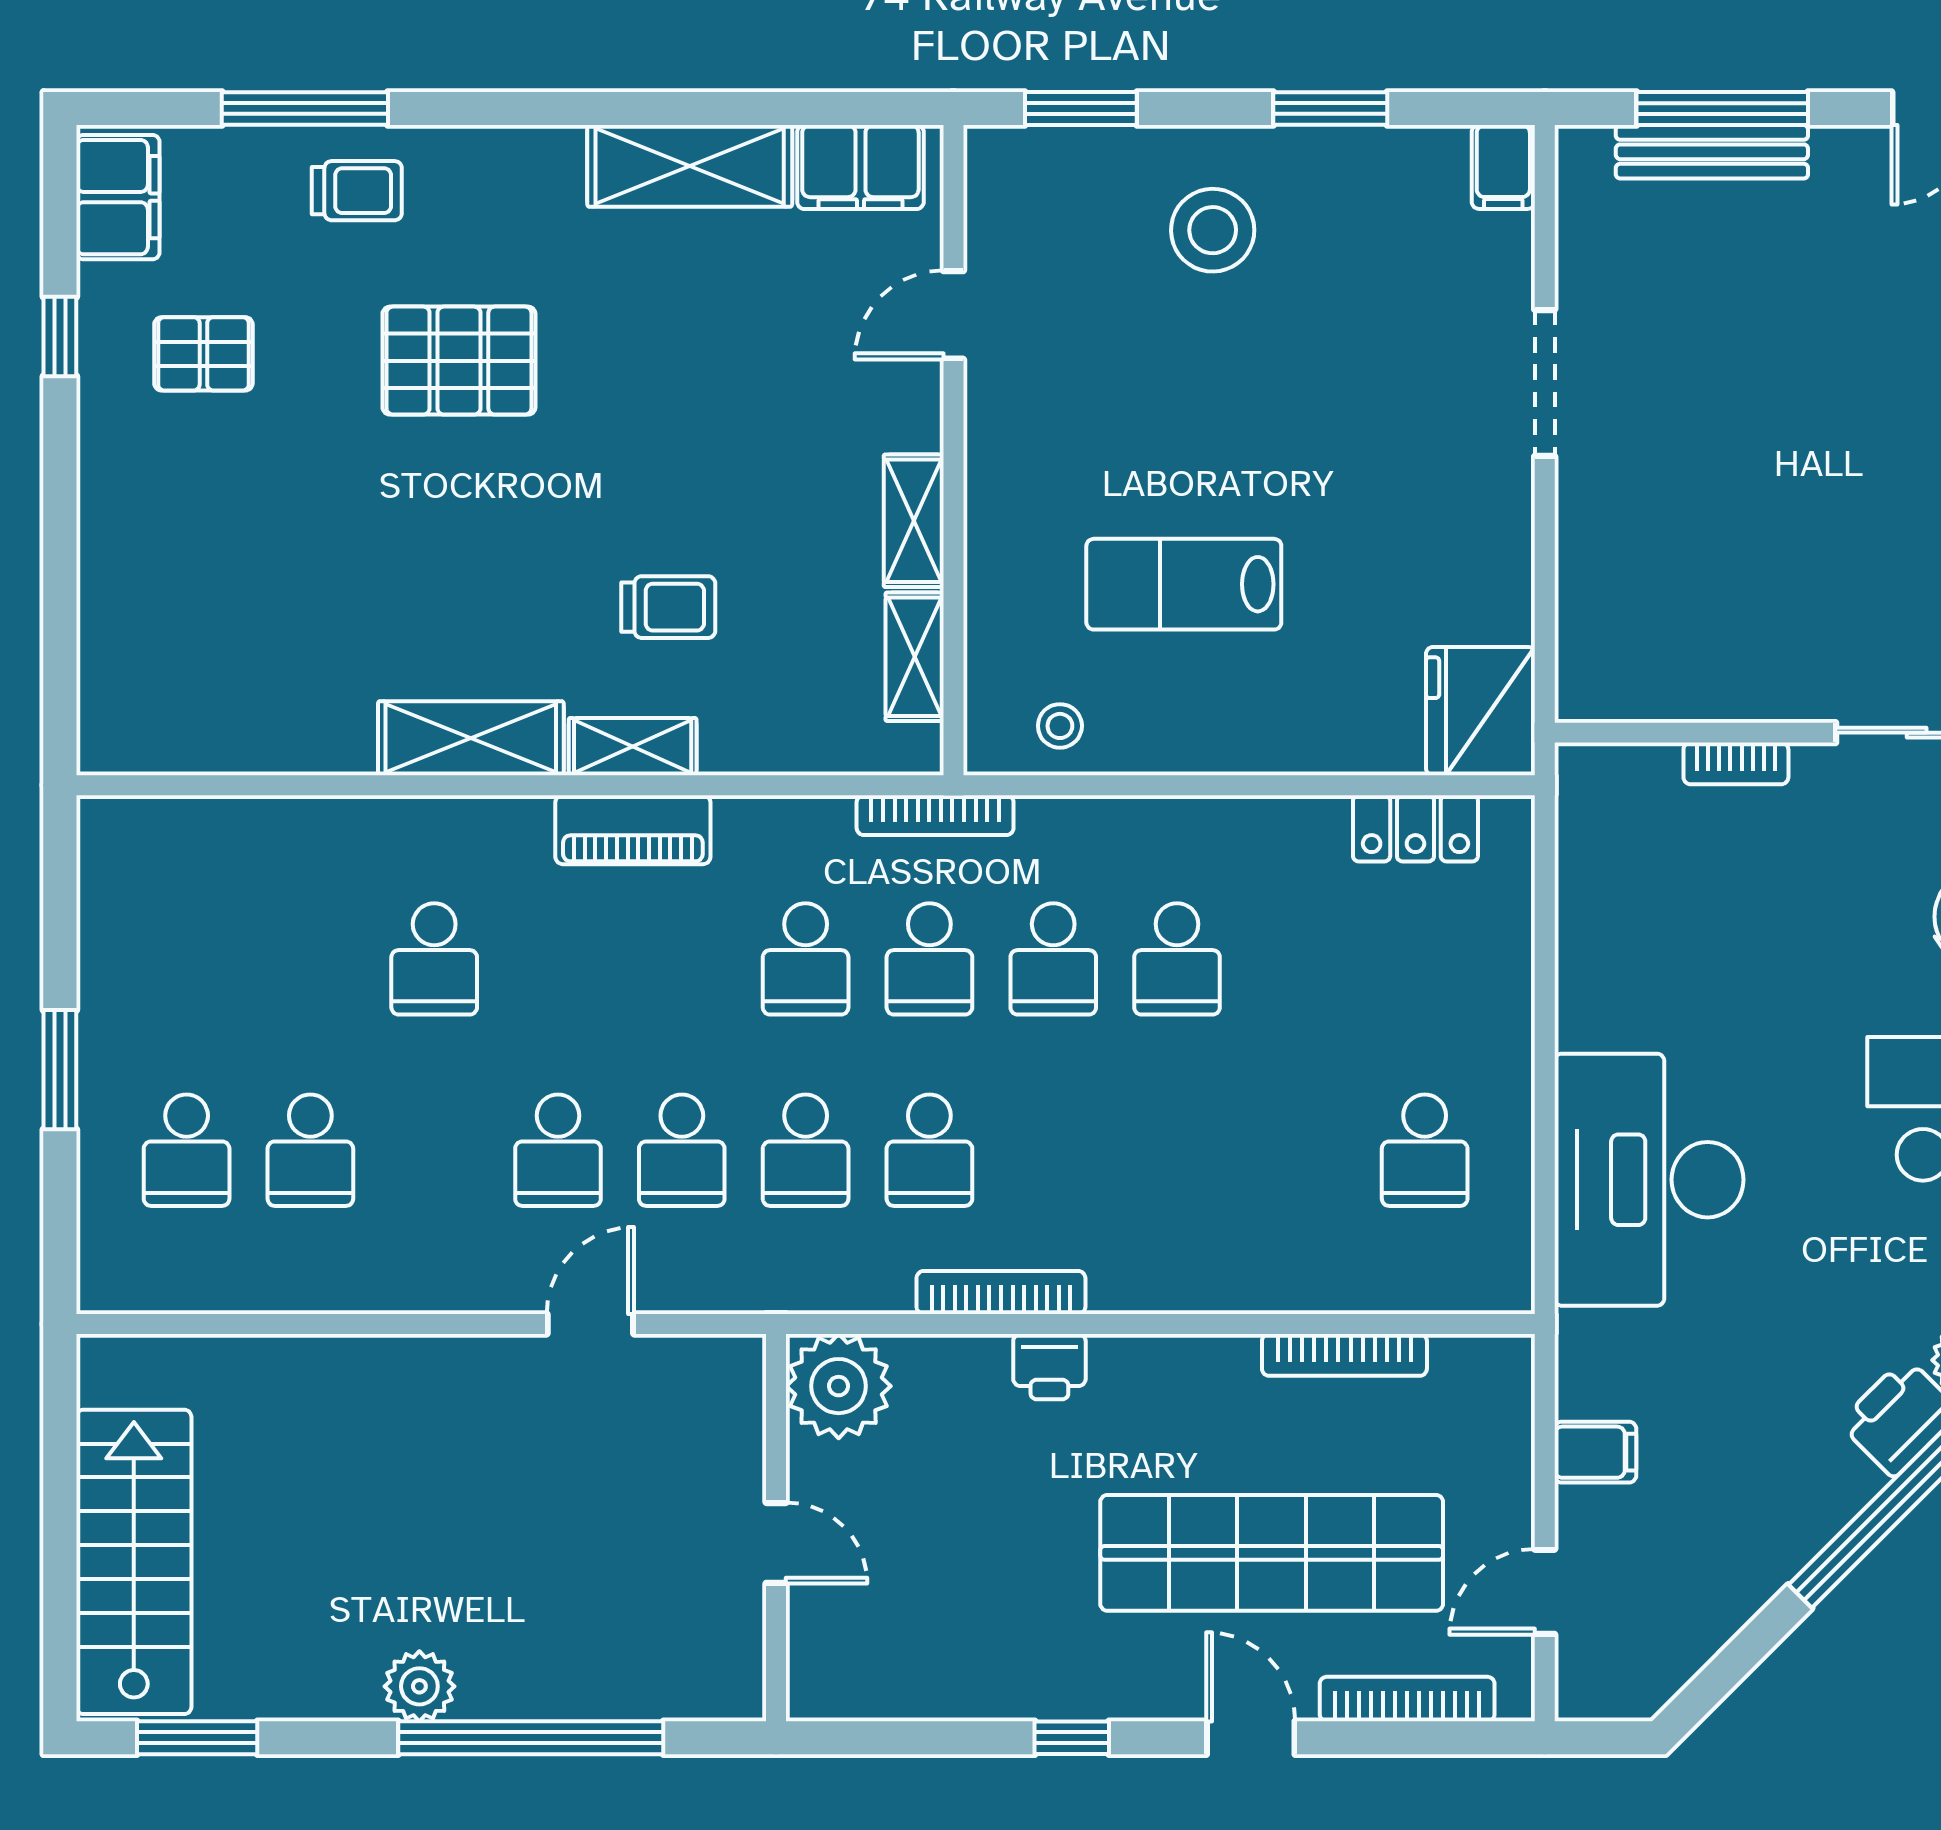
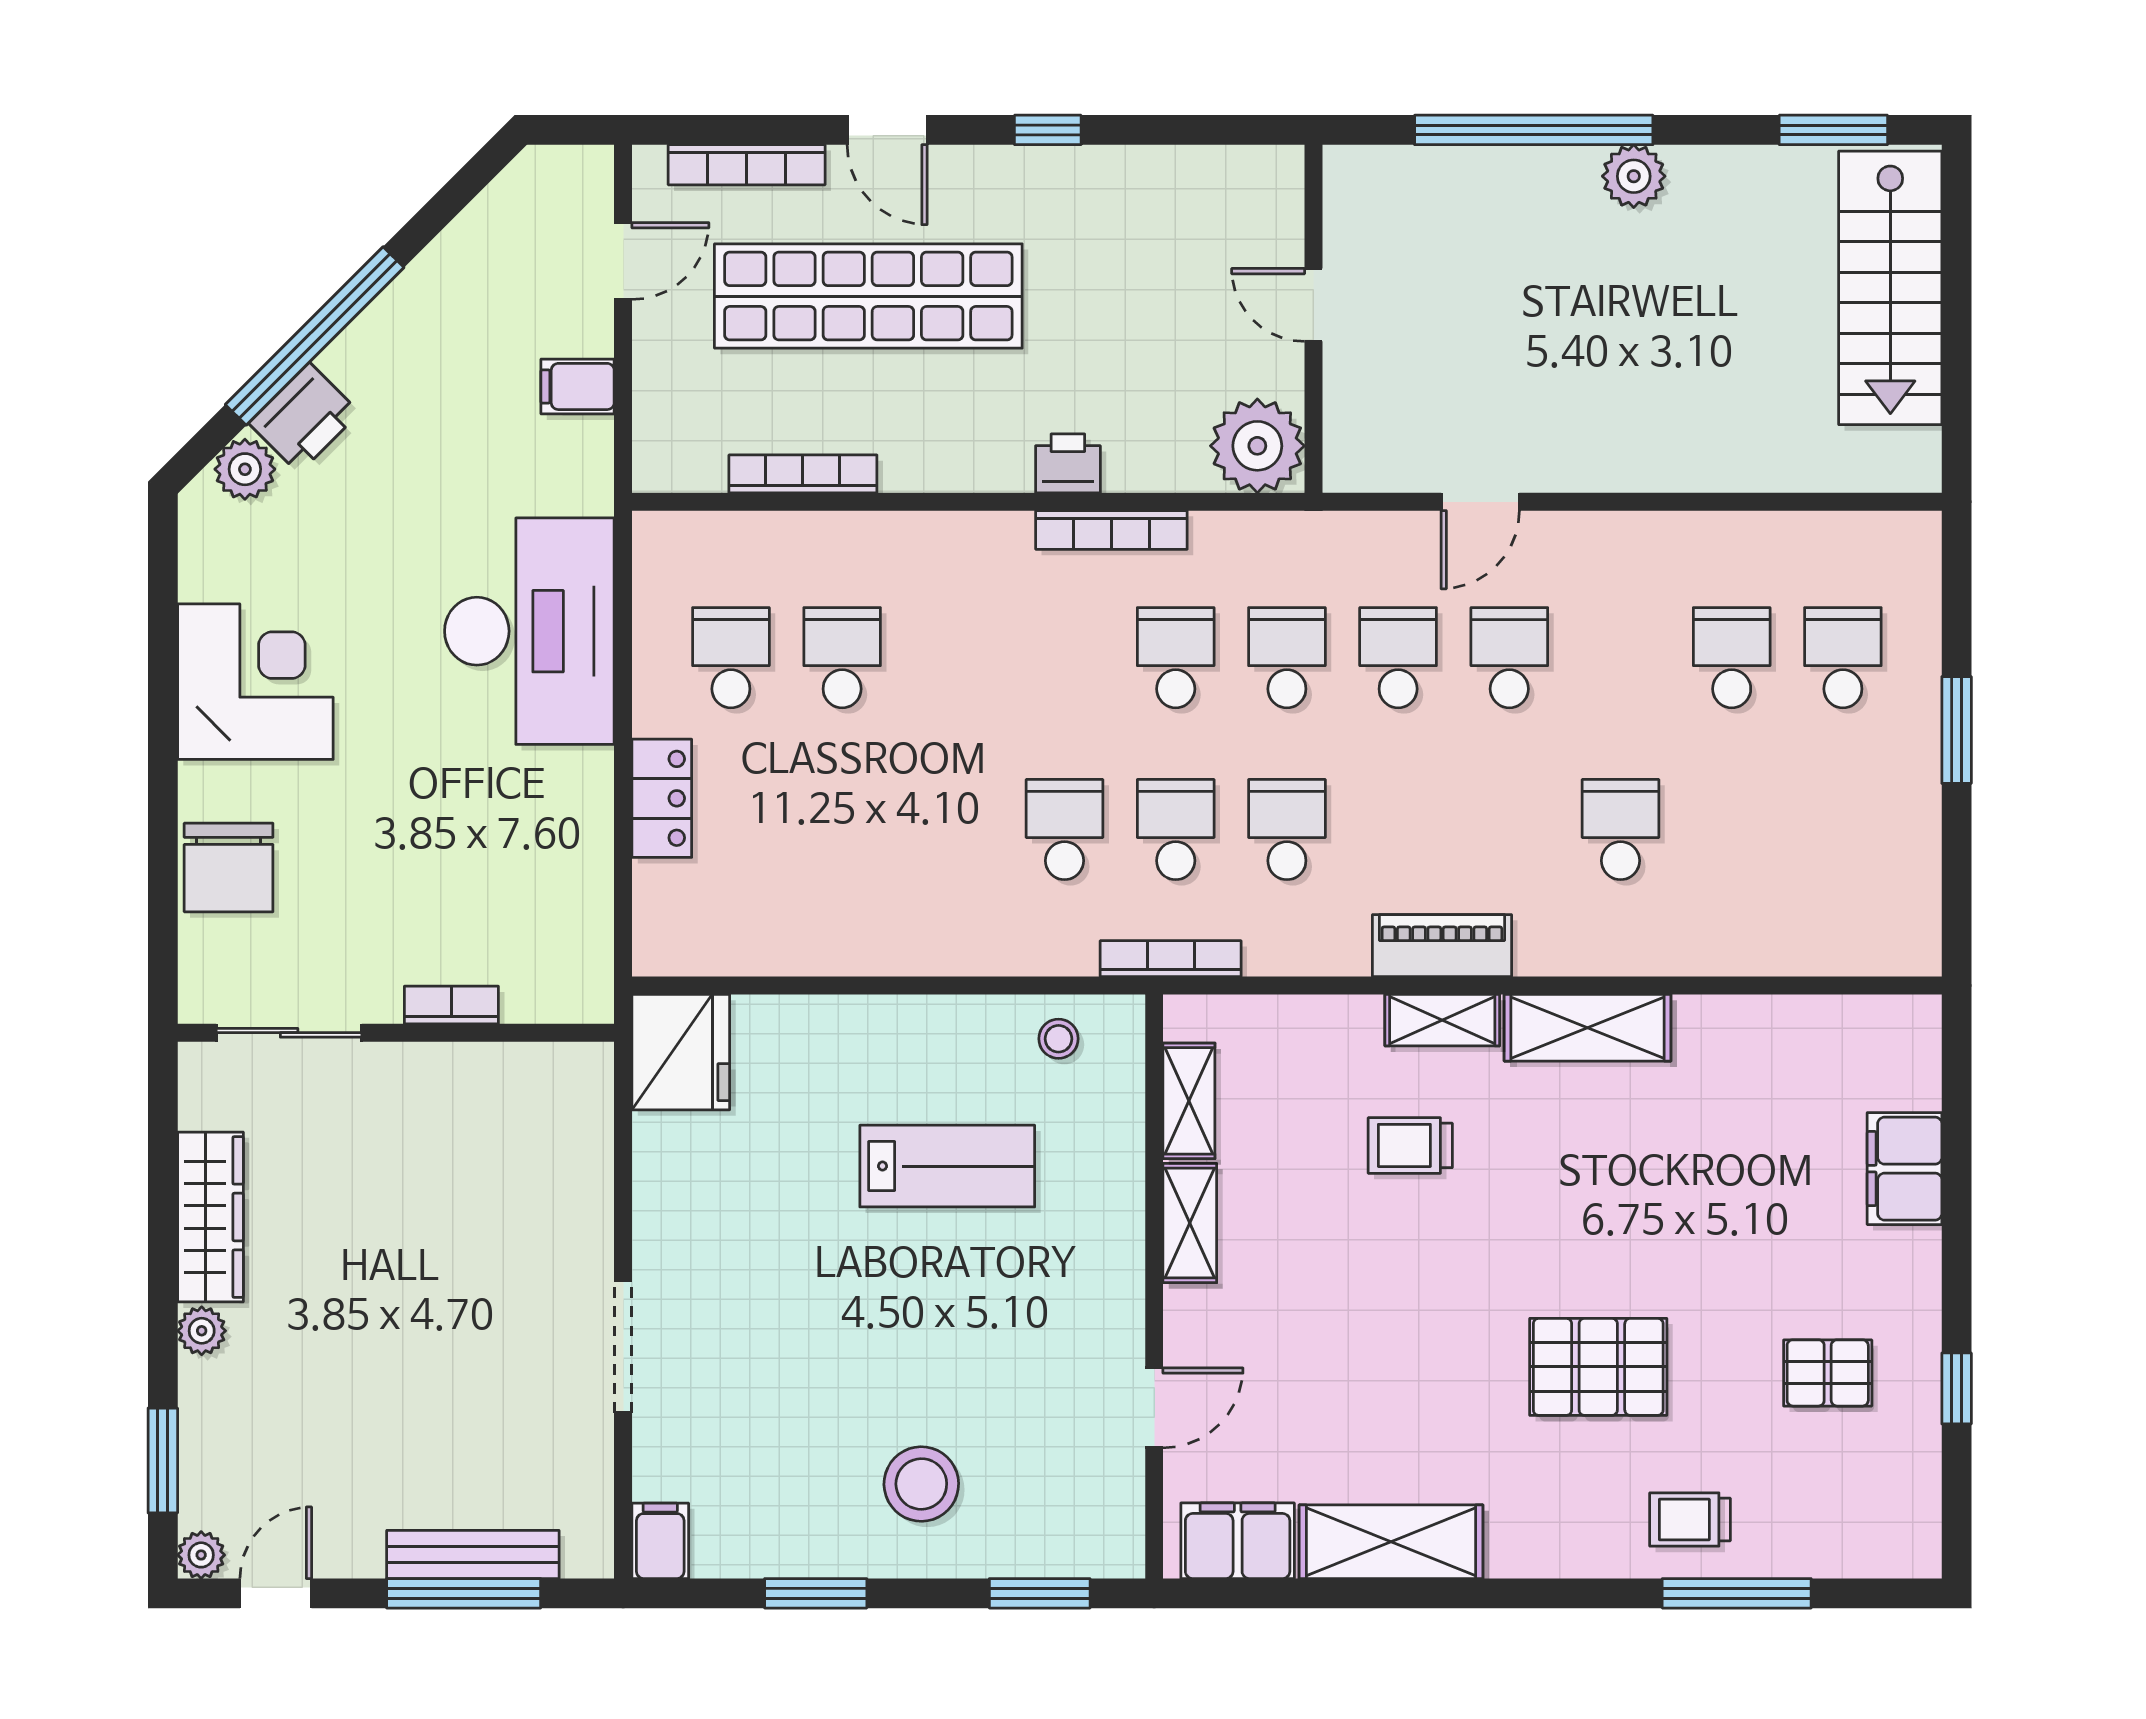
filing cabinet: (118, 197) -> (1905, 1169), moved
locker: (1415, 828) -> (662, 798), moved, turned 90
school desk: (1177, 959) -> (842, 658), moved

